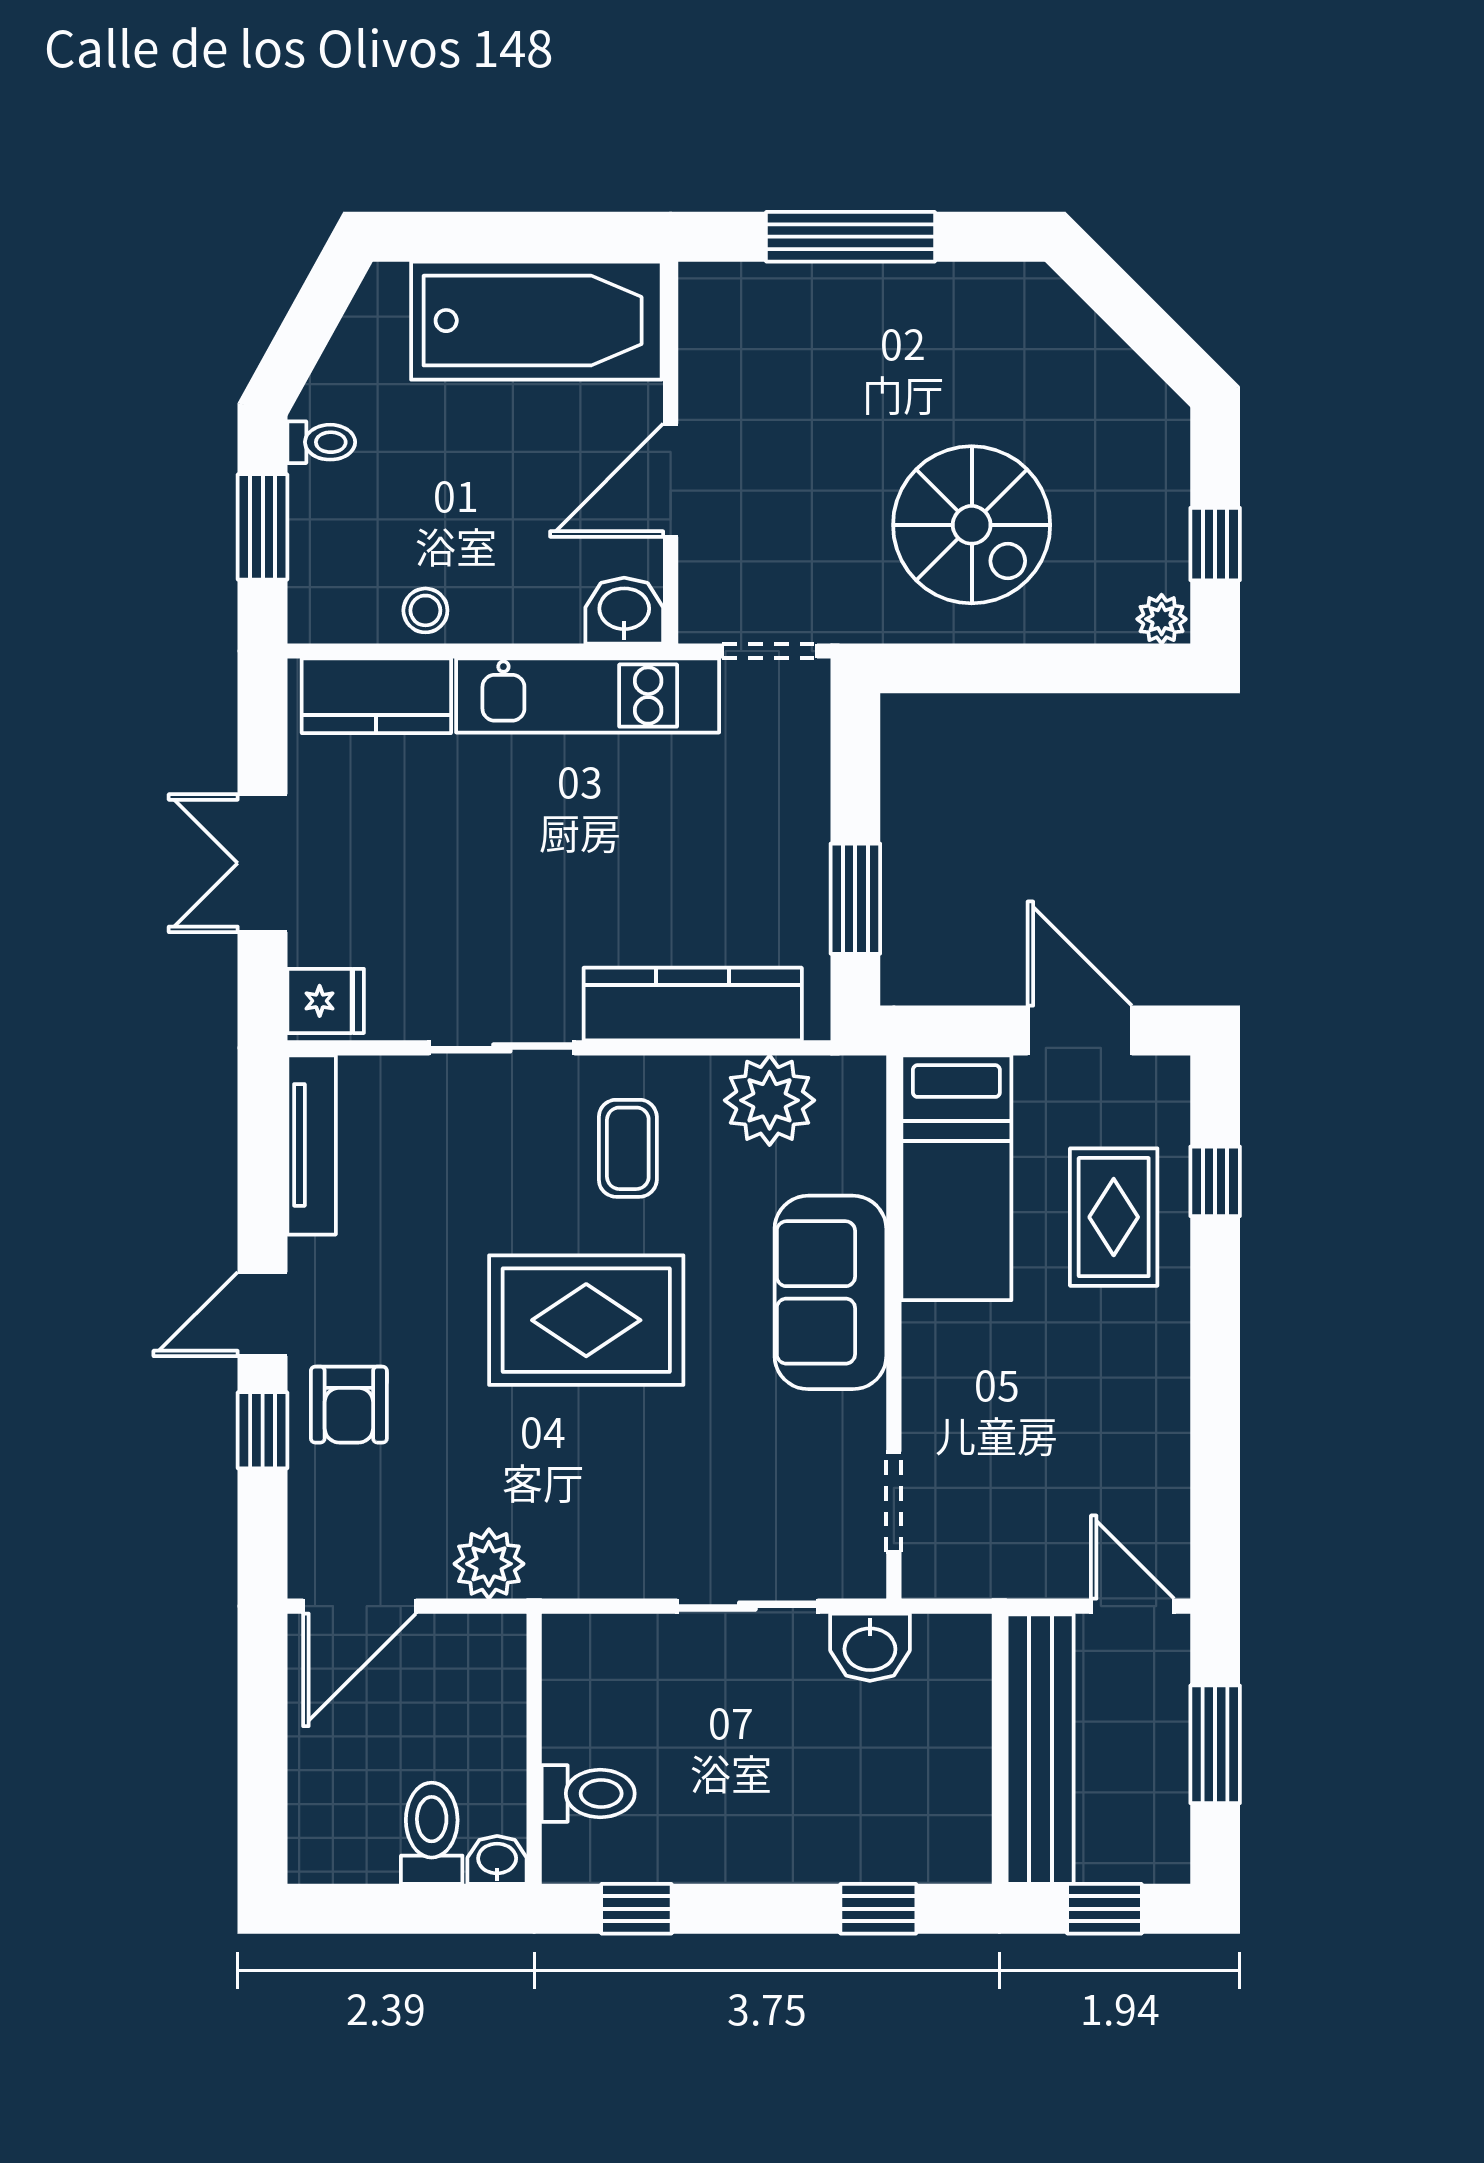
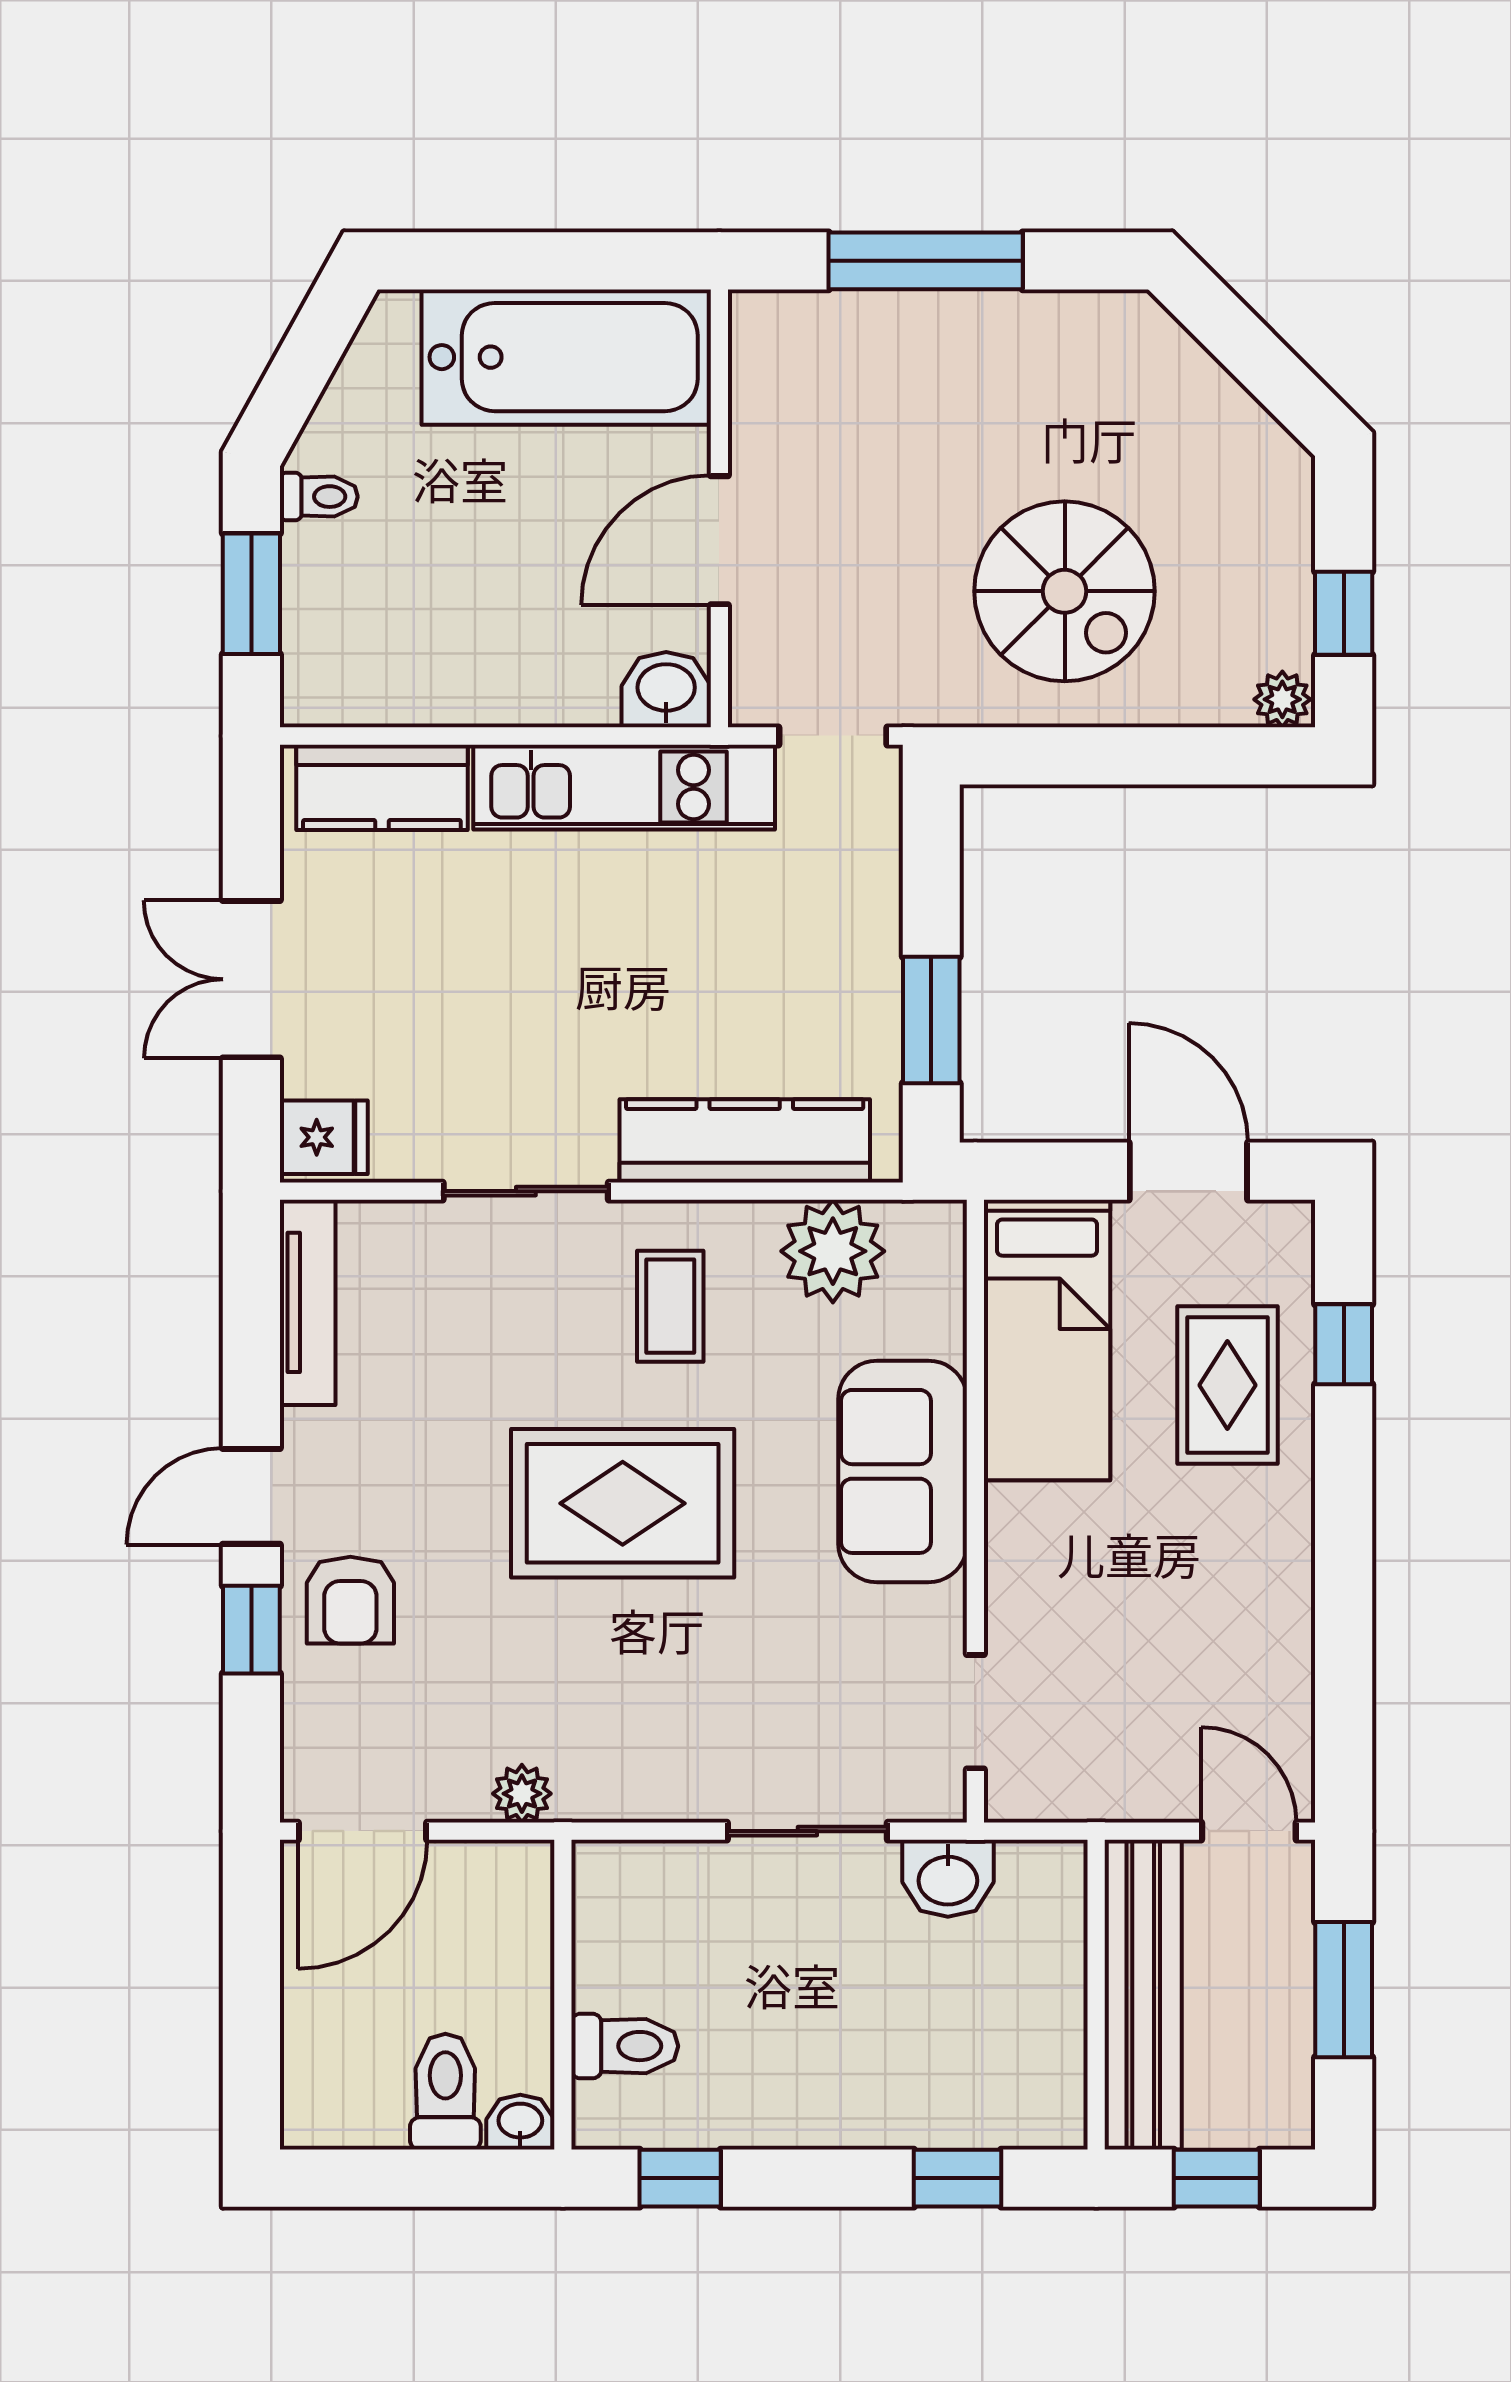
stool: (425, 610) -> (438, 689), removed
plant: (489, 1564) -> (522, 1794), width x0.73, depth x0.73

